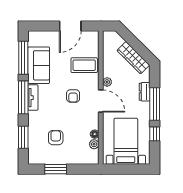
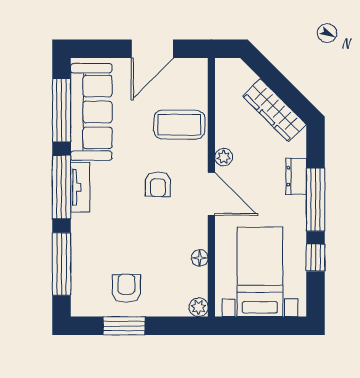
sofa: (39, 65) -> (91, 112), width x1.36
window: (23, 137) -> (61, 264), width x1.44
armchair: (56, 138) -> (126, 288), moved
plant: (94, 144) -> (199, 307), moved

